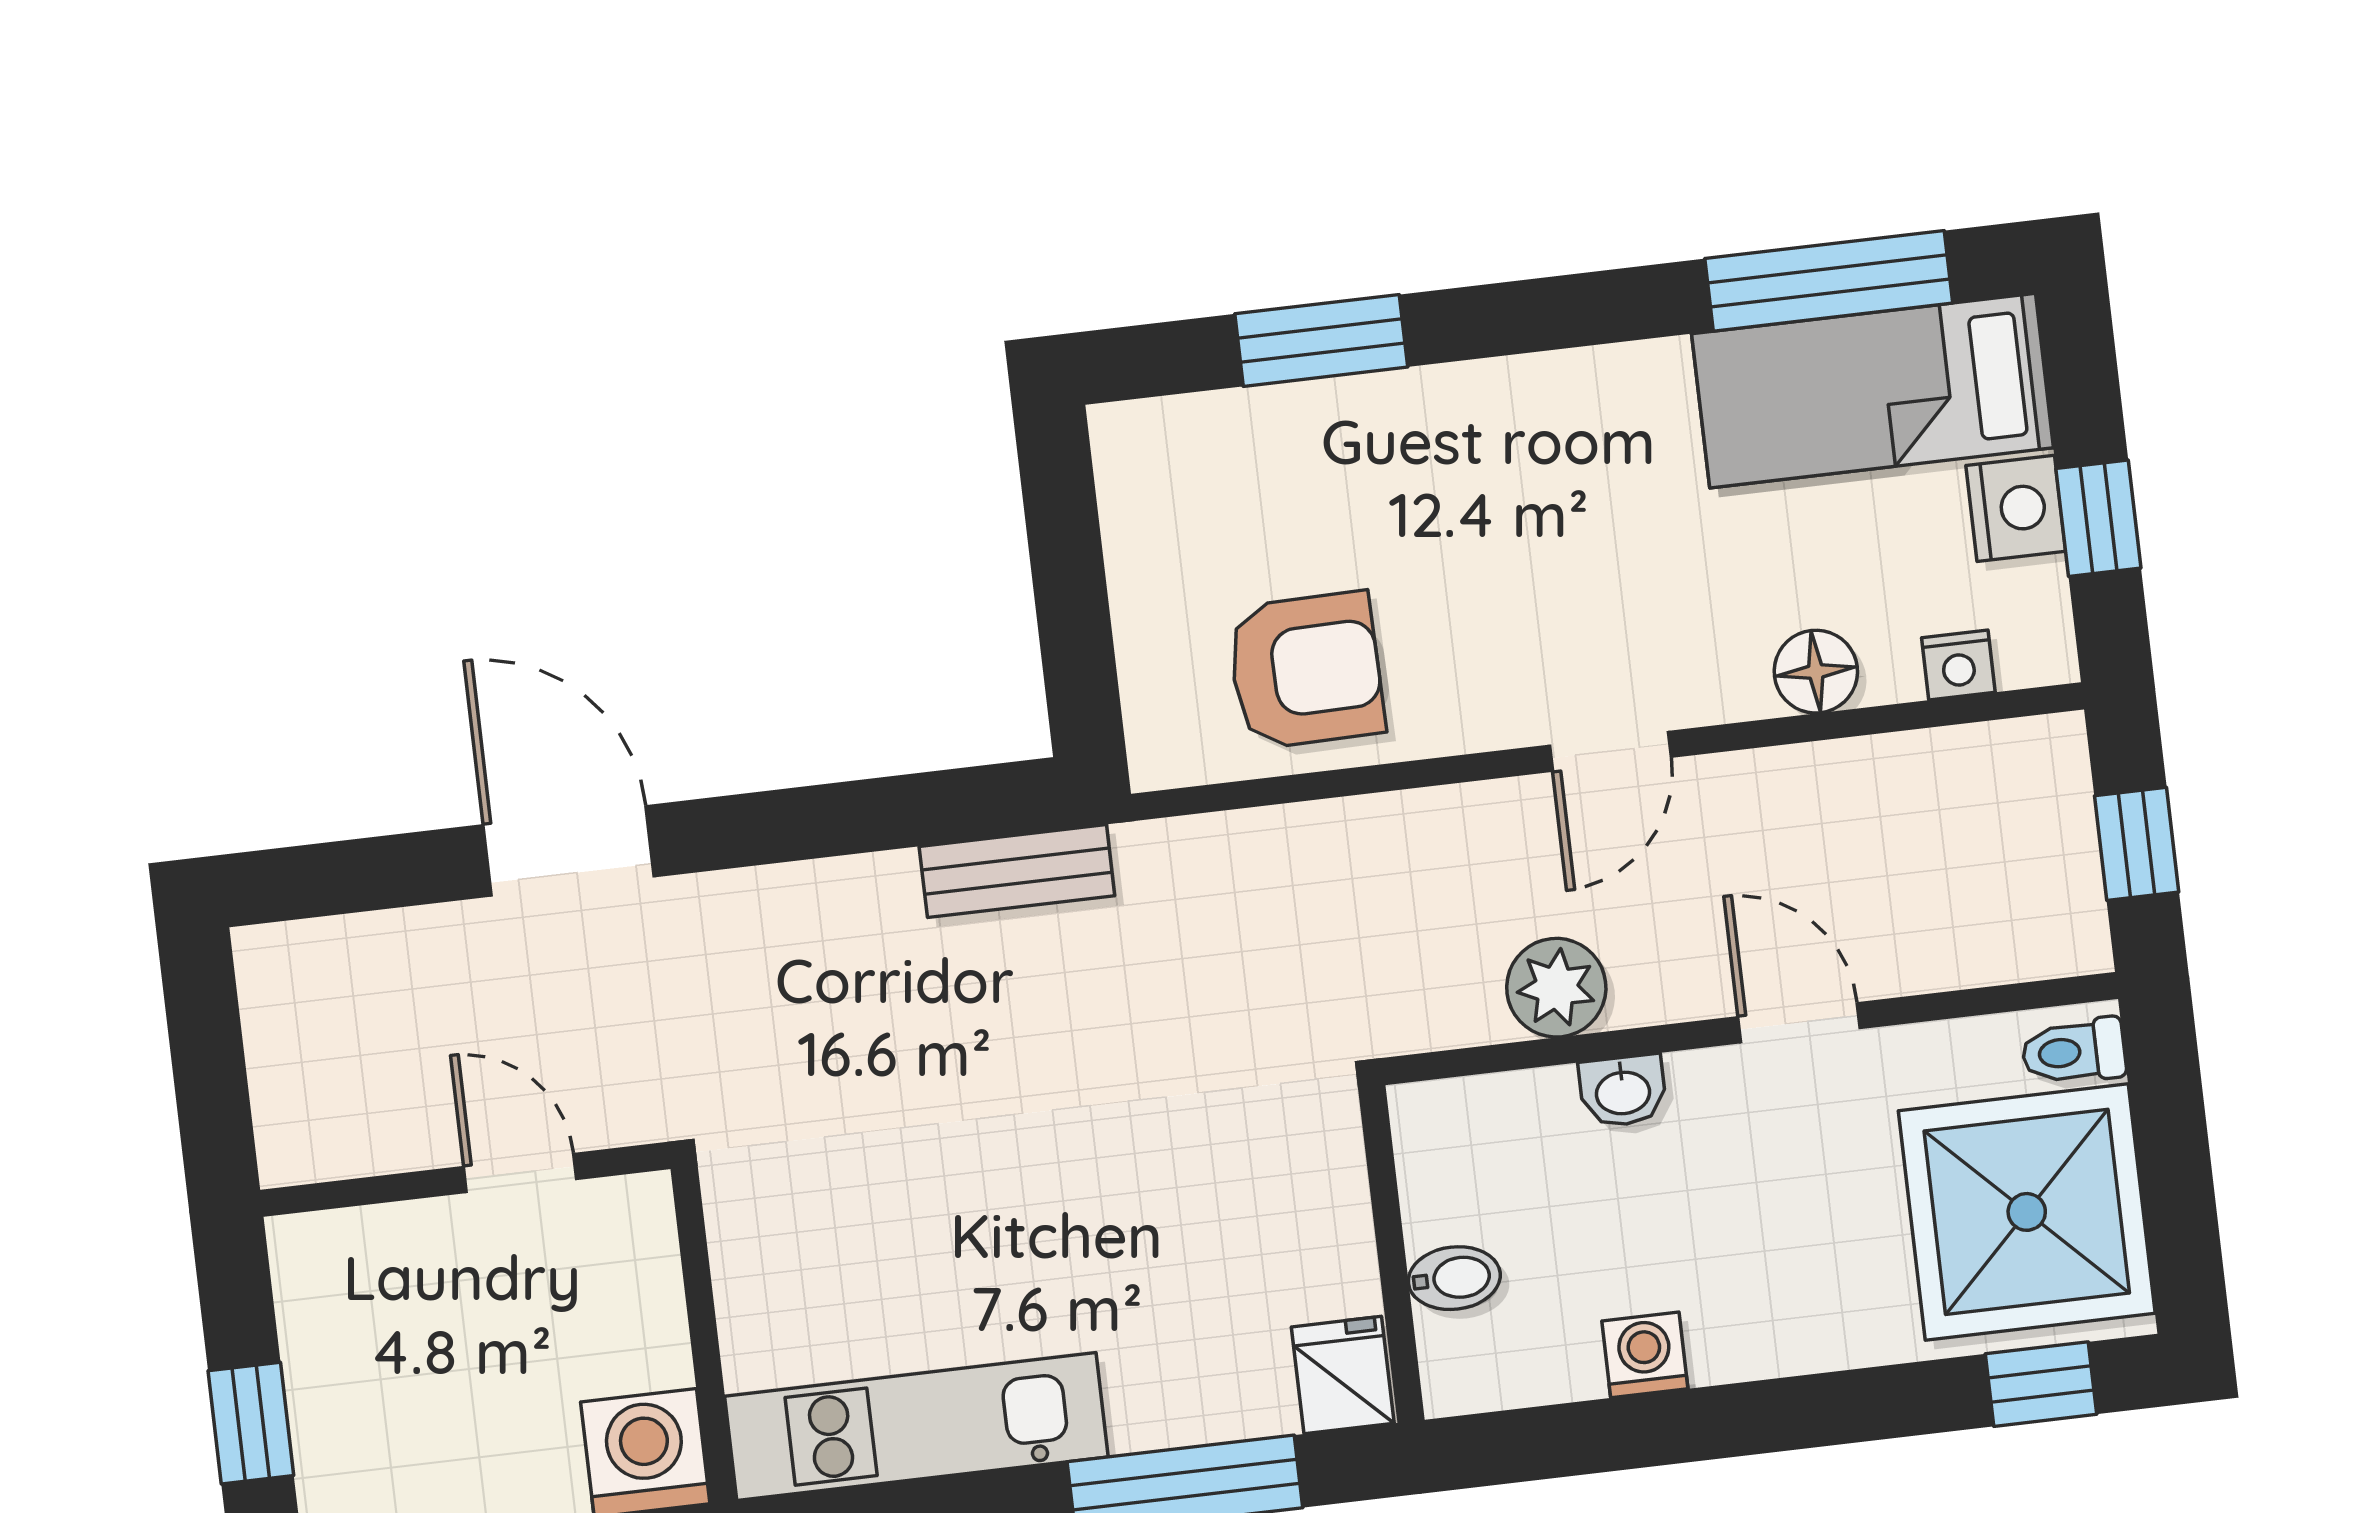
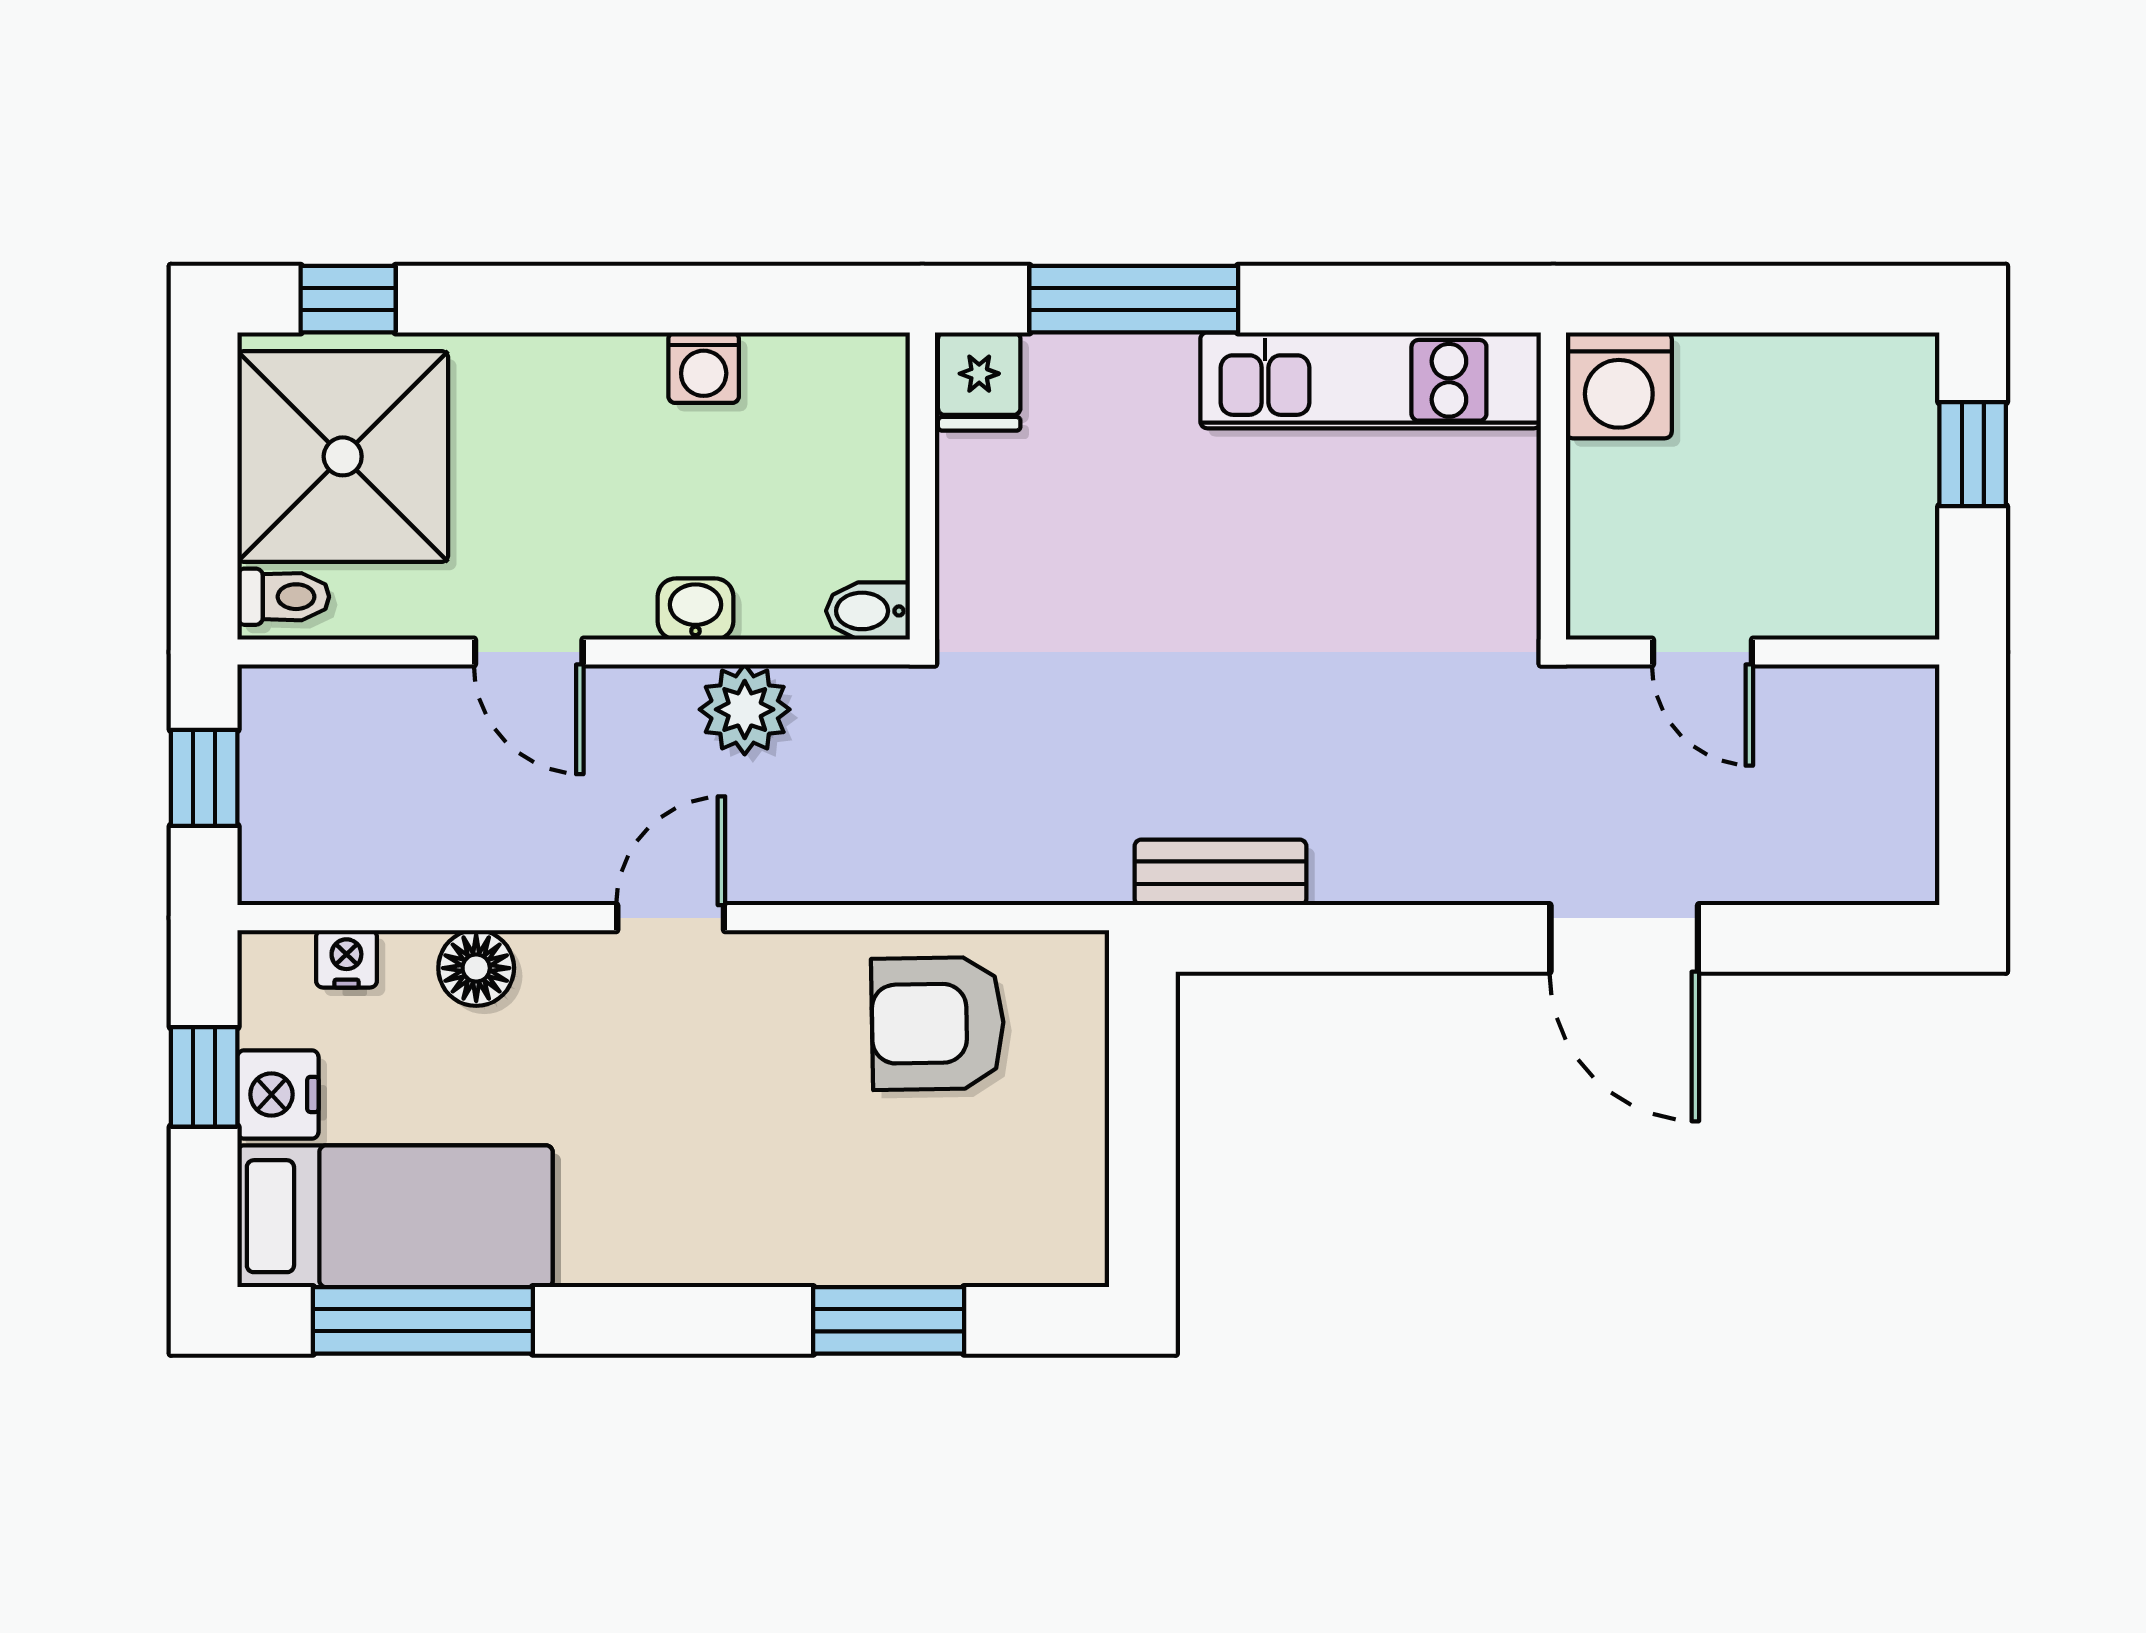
bidet: (1454, 1278) -> (868, 611), moved

